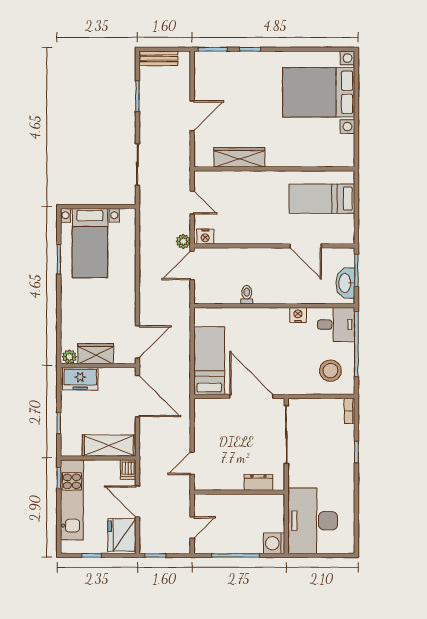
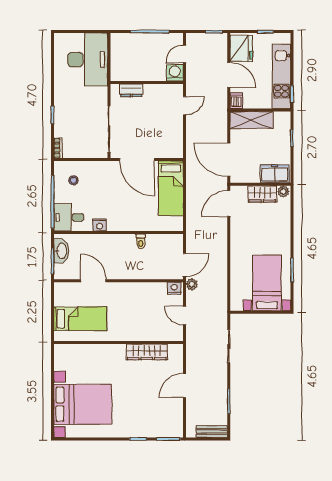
stool: (330, 371) -> (73, 180), width x0.53, depth x0.53
washing machine: (274, 543) -> (175, 73), moved, turned -90

